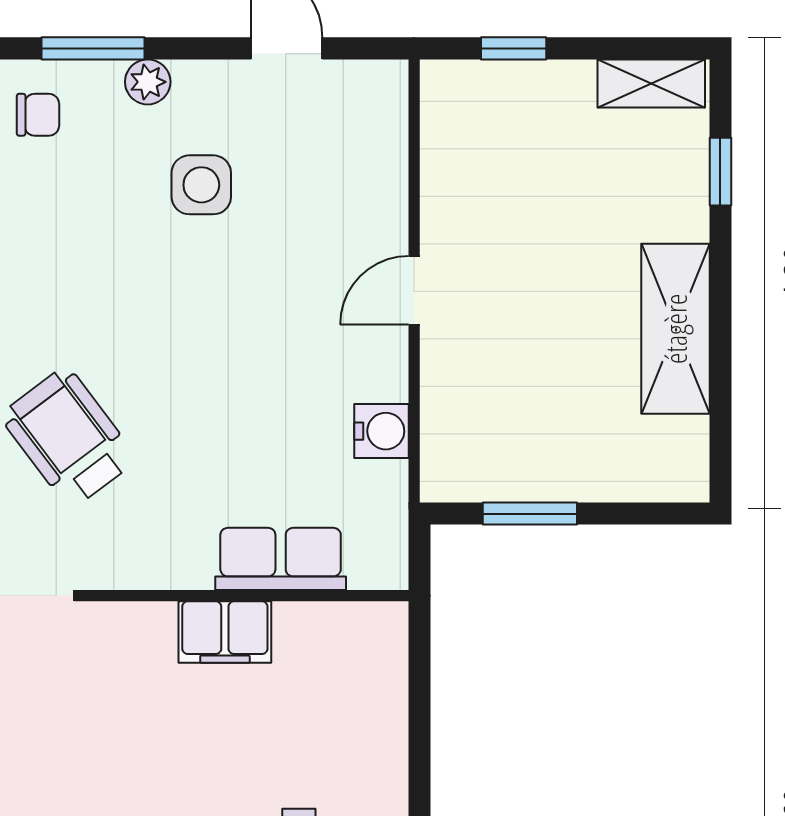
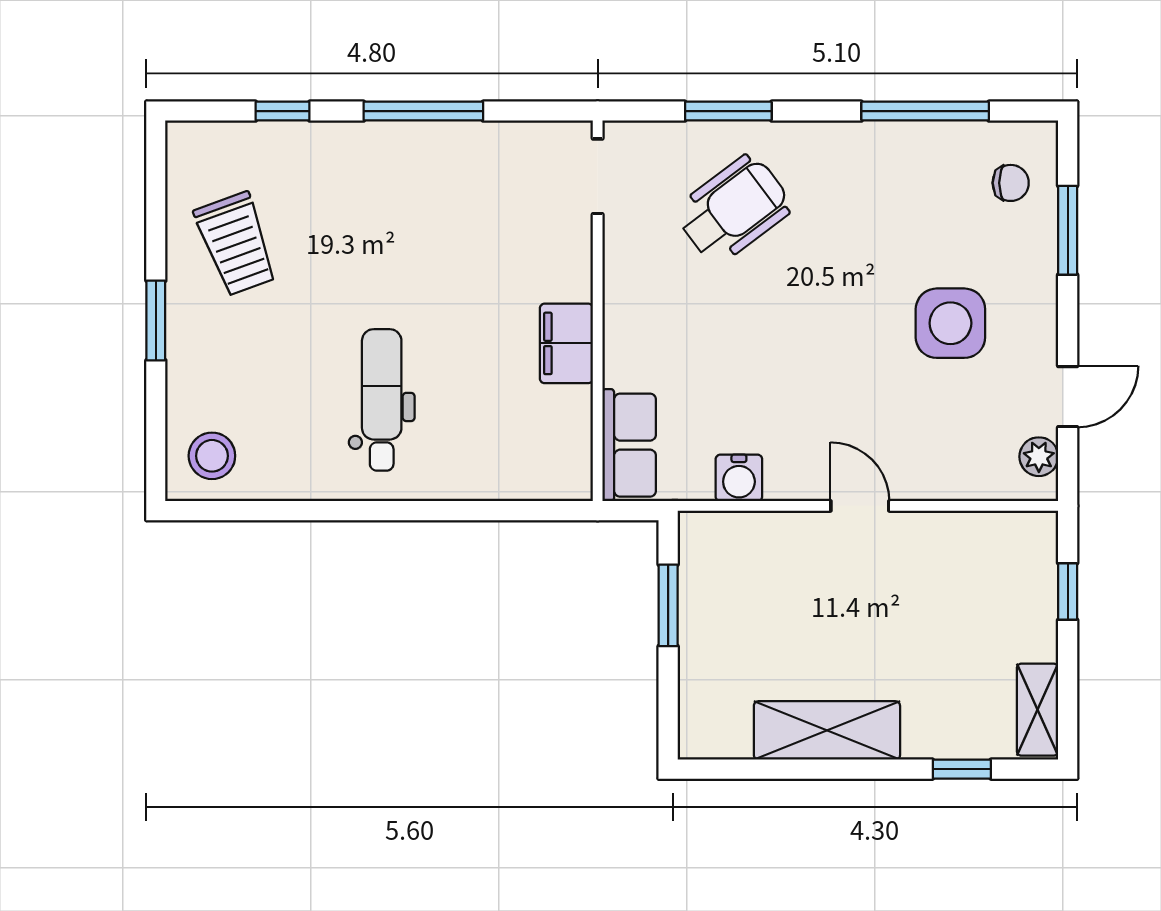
plant: (148, 82) -> (1039, 457), moved
chair: (38, 115) -> (1011, 183), turned -90
side table: (201, 185) -> (950, 323), width x1.37, depth x1.37
row of seats: (281, 559) -> (629, 445), moved

